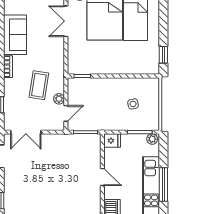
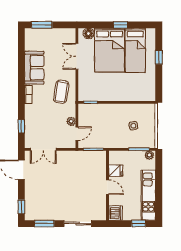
window: (163, 55) -> (159, 57), moved
coffee table: (39, 85) -> (61, 92), moved
fridge: (112, 141) -> (116, 171), moved
window: (163, 185) -> (159, 193), removed

